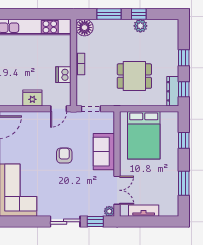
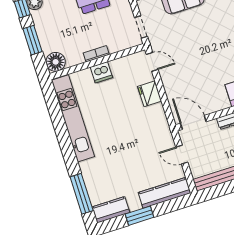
dishwasher: (63, 75) -> (101, 72), moved
armchair: (64, 156) -> (201, 40), removed

